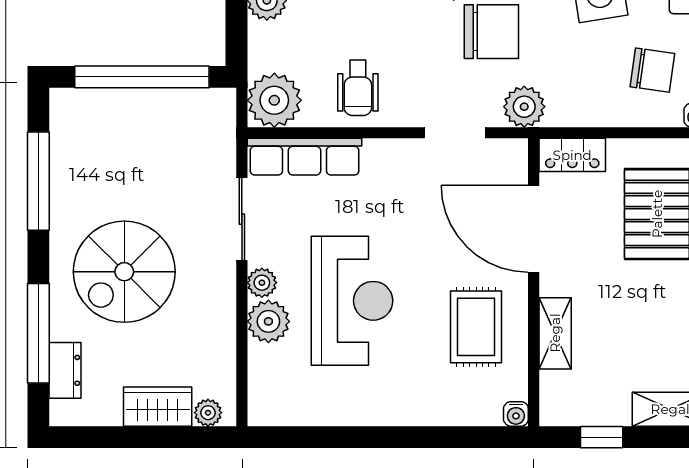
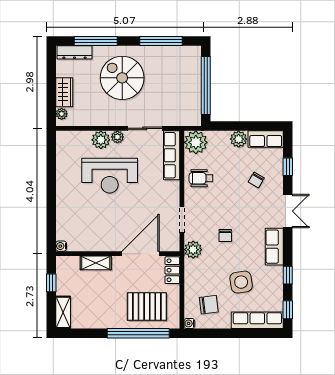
chair: (491, 32) -> (225, 236), width x0.54, depth x0.54
chair: (652, 70) -> (209, 305), turned -105
rug: (476, 327) -> (98, 229), removed
dresser: (65, 370) -> (75, 52), width x1.44

